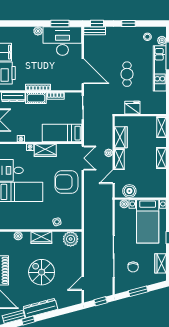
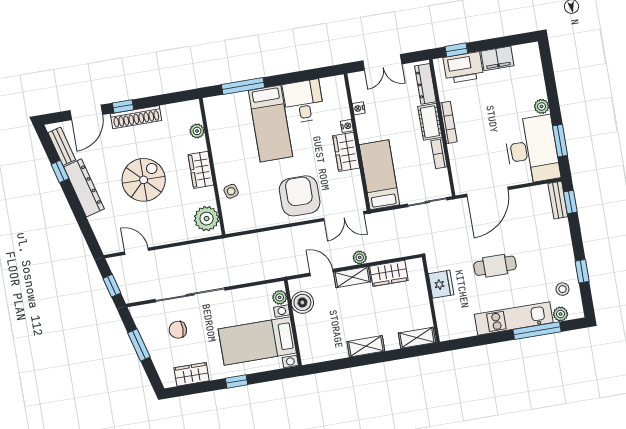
window: (129, 23) -> (582, 271), moved

